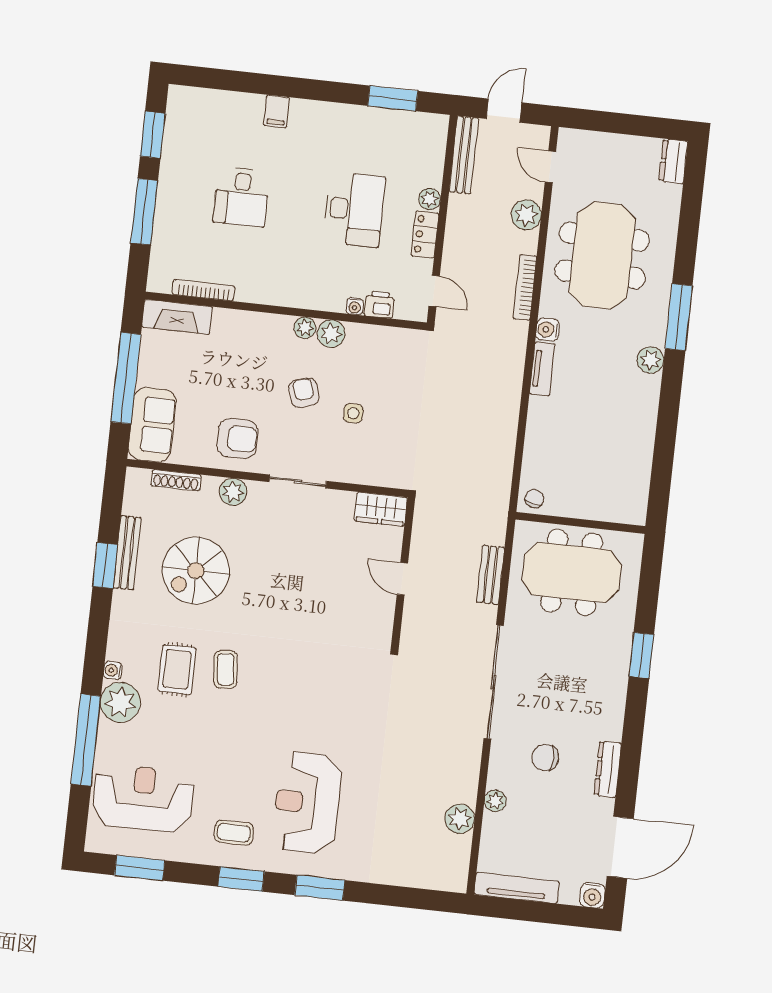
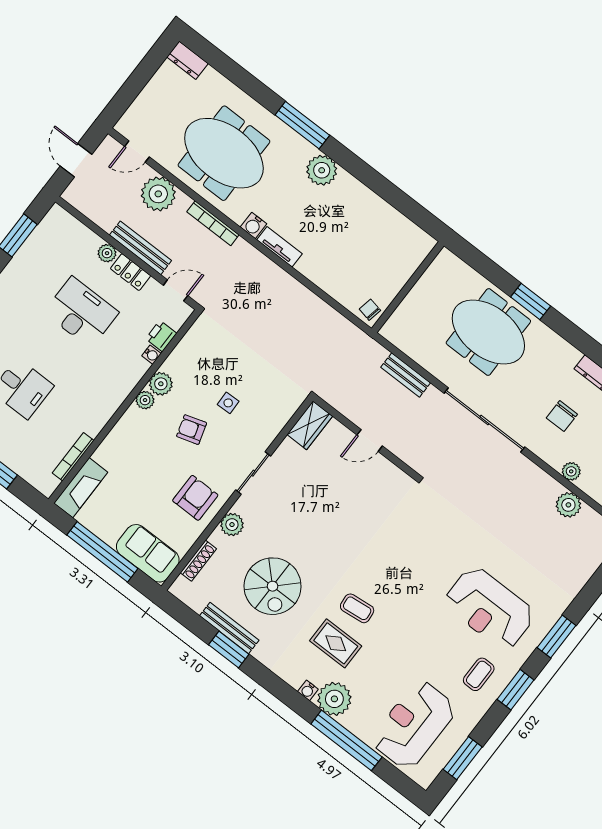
bench: (464, 155) -> (141, 248), moved
plant: (526, 215) -> (158, 194), width x1.36, depth x1.36
plant: (650, 360) -> (322, 170), width x1.36, depth x1.36
meeting table: (572, 572) -> (488, 332), moved, turned 90

